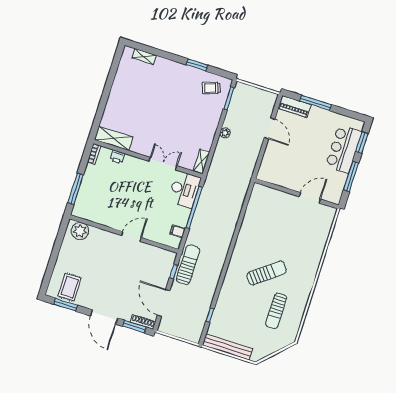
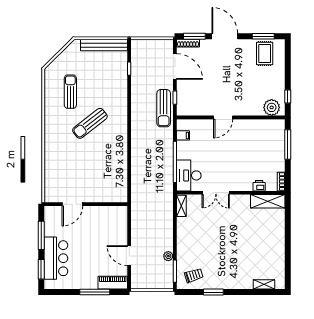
plant: (225, 133) -> (168, 256), moved
window: (60, 237) -> (288, 97), added

